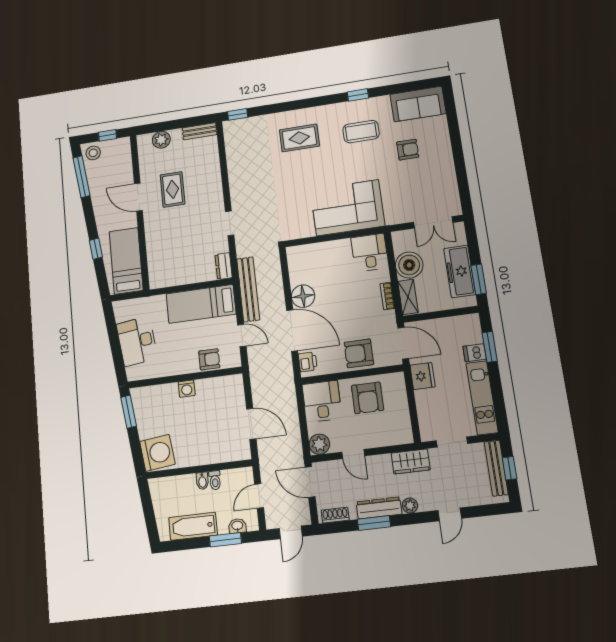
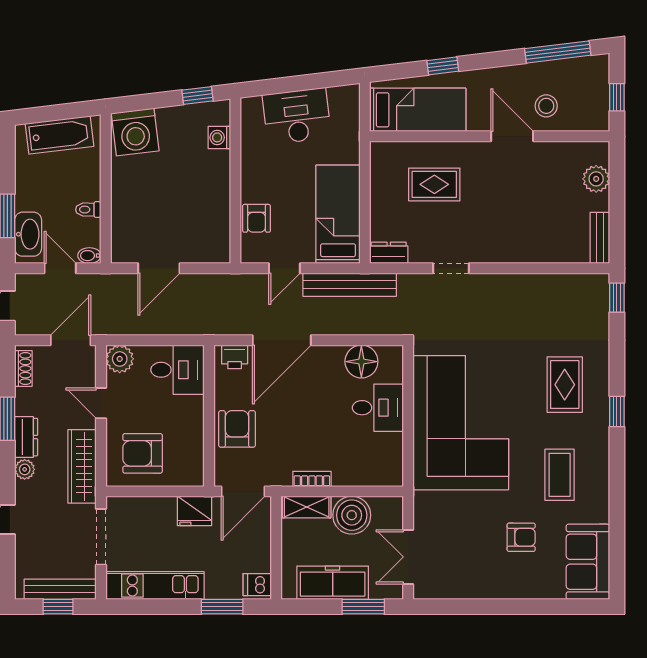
window: (358, 95) -> (617, 412), moved
armchair: (408, 150) -> (521, 537), turned -90
stool: (93, 153) -> (546, 106), moved
rug: (173, 189) -> (434, 184), moved
door: (138, 197) -> (512, 136), hinge flipped
corner sofa: (348, 208) -> (461, 423), width x1.36, depth x1.36
desk: (370, 252) -> (378, 408), moved
window: (479, 279) -> (363, 607), moved
floor lamp: (303, 296) -> (361, 362), moved
dishwasher: (475, 353) -> (257, 585), moved, turned -90
washing machine: (187, 389) -> (219, 137), moved
armchair: (368, 398) -> (143, 453), moved
window: (129, 412) -> (198, 95), width x0.67
doorway: (452, 442) -> (101, 537), width x1.38
door: (353, 454) -> (101, 403), hinge flipped
wardrobe: (411, 461) -> (82, 466), width x1.50
bidet: (202, 481) -> (89, 256), moved
dresser: (379, 508) -> (26, 437), width x0.70
bathtub: (193, 526) -> (59, 135), moved, turned 83
washbasin: (237, 526) -> (28, 234), width x1.91, depth x1.45

